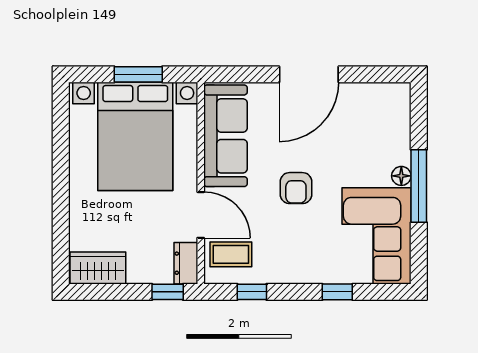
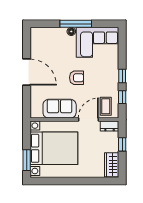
window: (138, 74) -> (27, 160), moved
sofa: (225, 136) -> (60, 109), width x0.73
window: (168, 292) -> (122, 144), moved
window: (337, 292) -> (122, 76), moved

